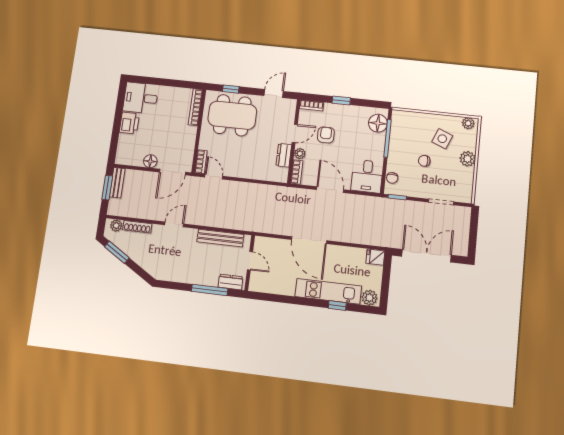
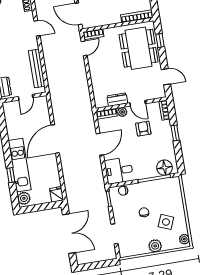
armchair: (326, 135) -> (143, 129), turned -90

